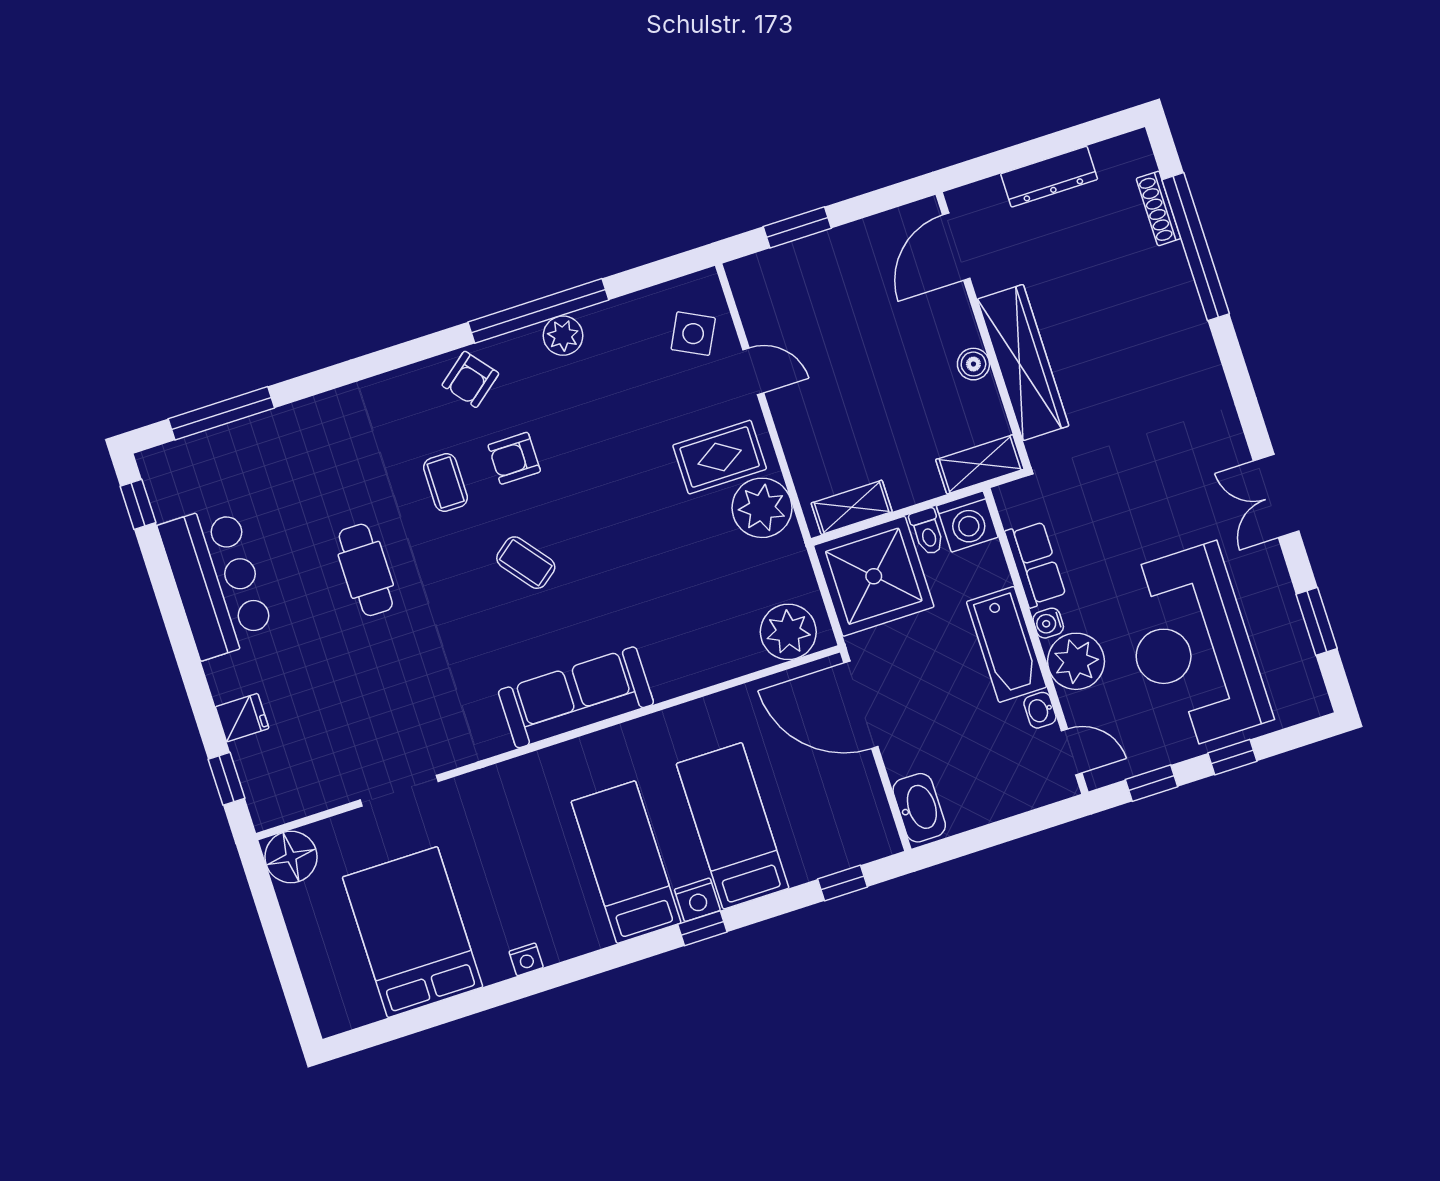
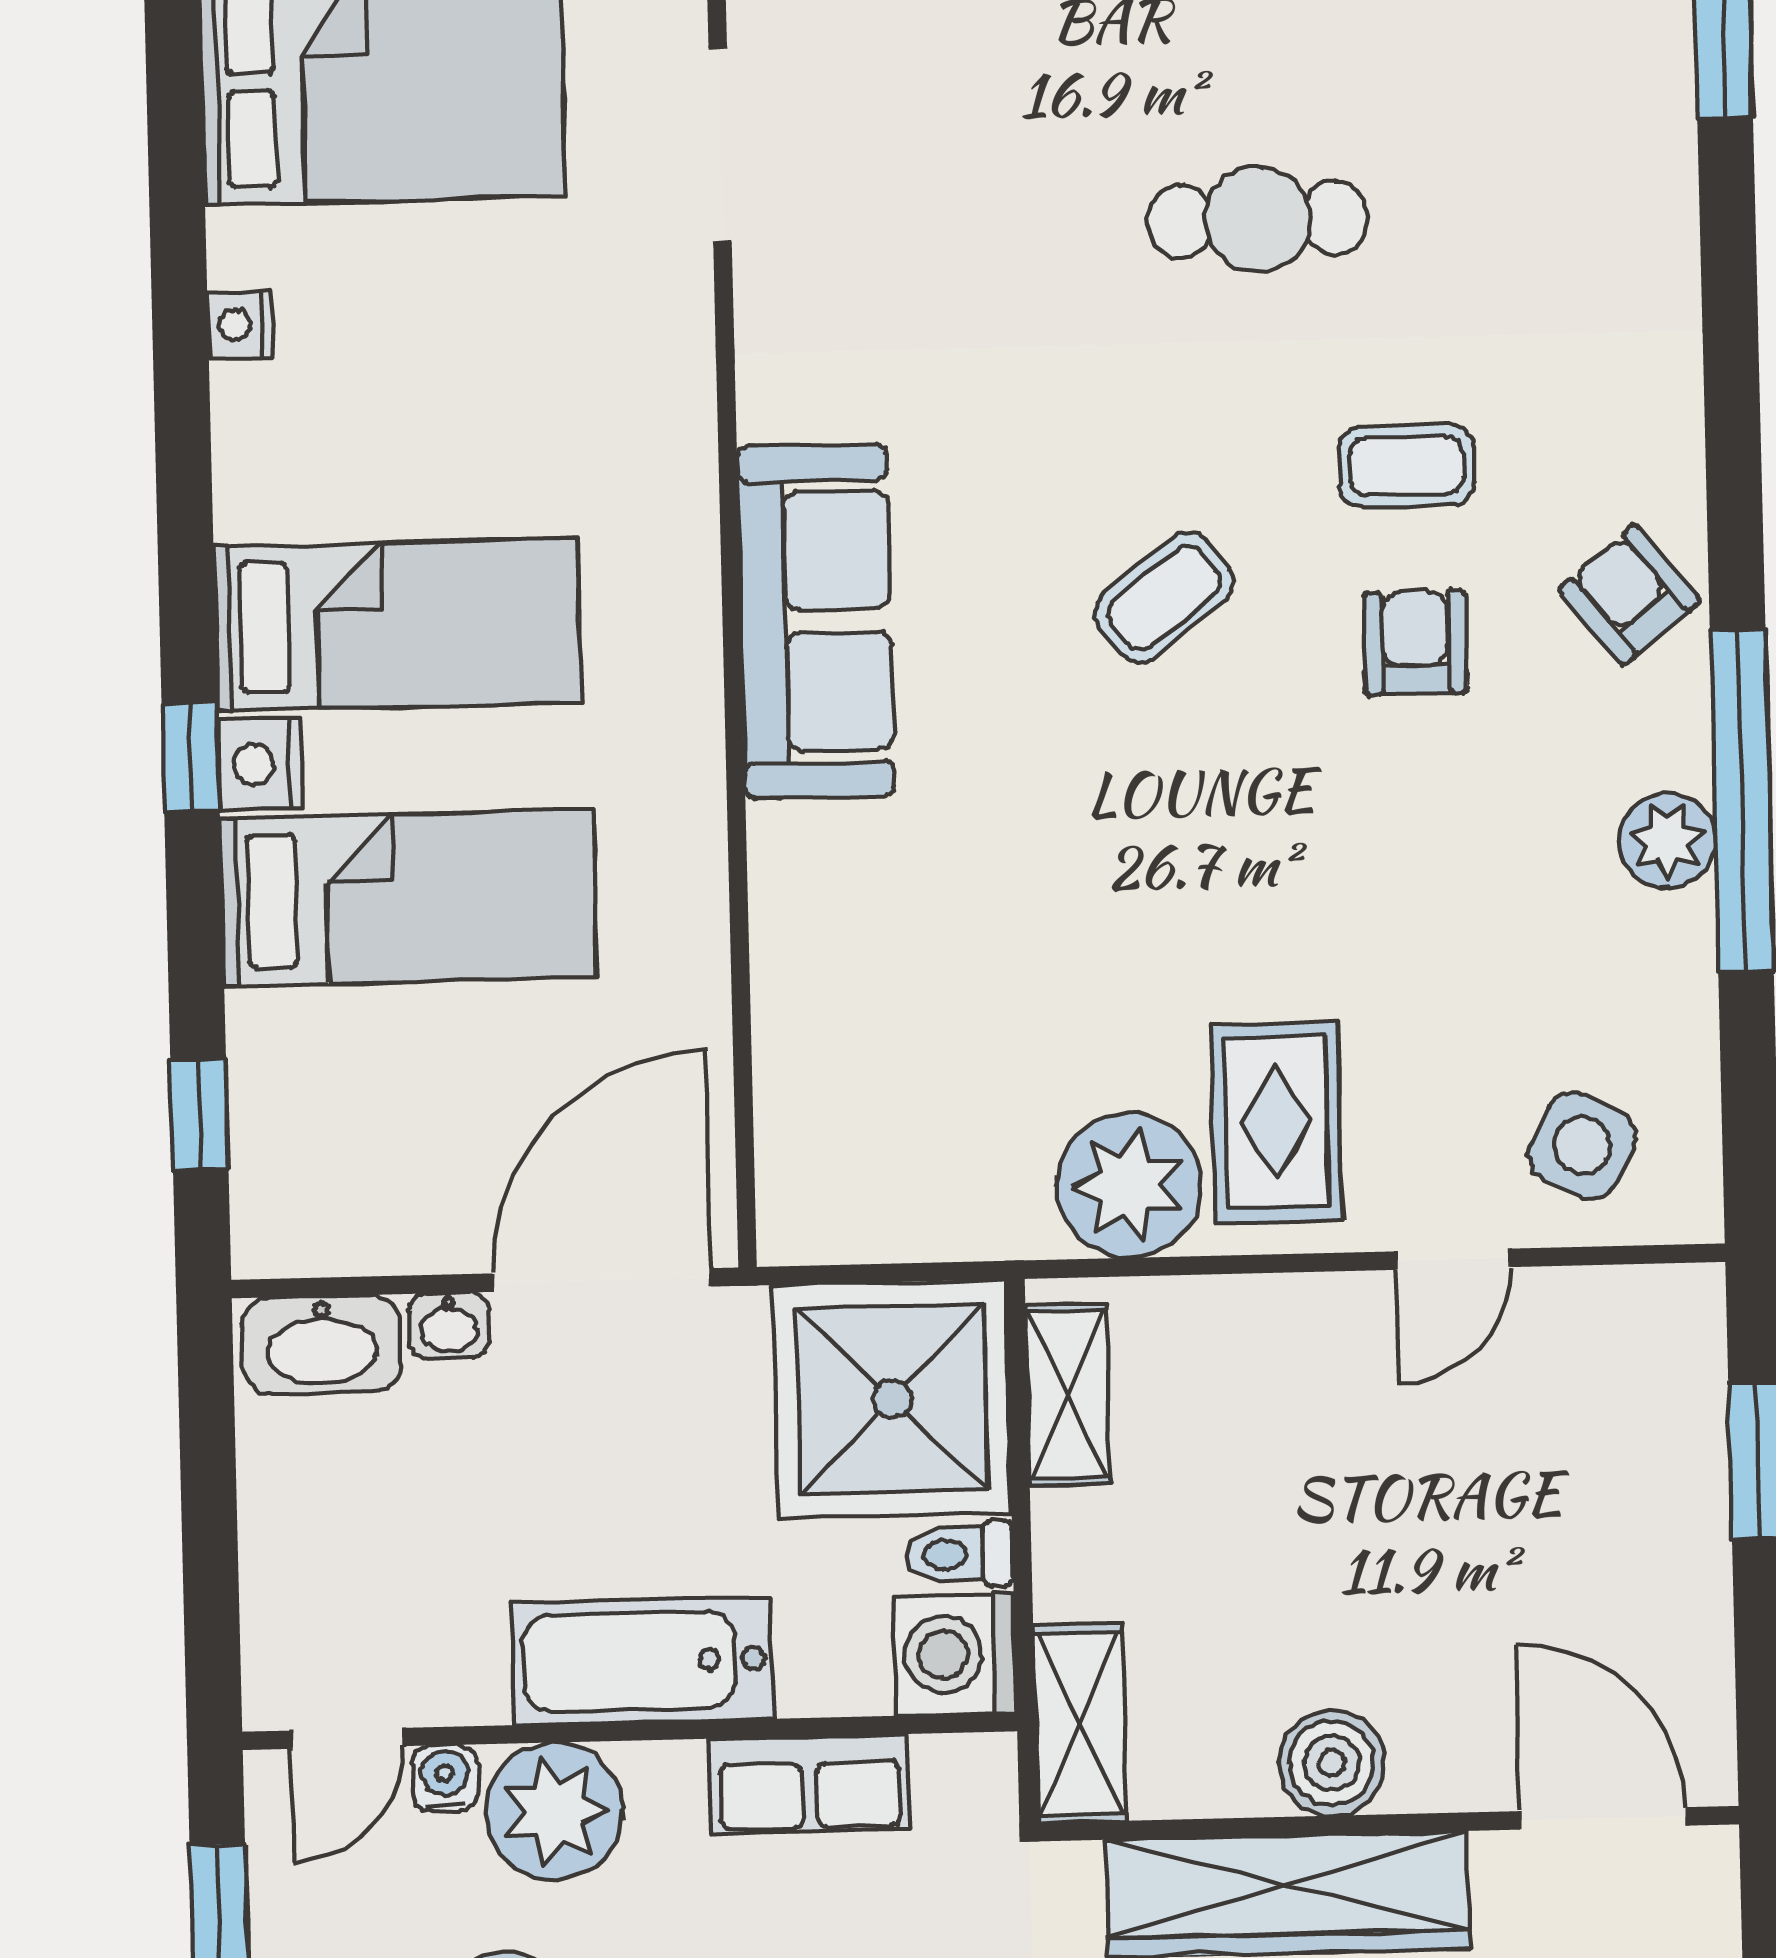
boiler: (973, 364) -> (1332, 1763), width x1.36, depth x1.36
water cooler: (1048, 623) -> (445, 1778), moved
plant: (788, 632) -> (822, 1161), removed
washbasin: (1040, 710) -> (449, 1326), moved, turned 180

